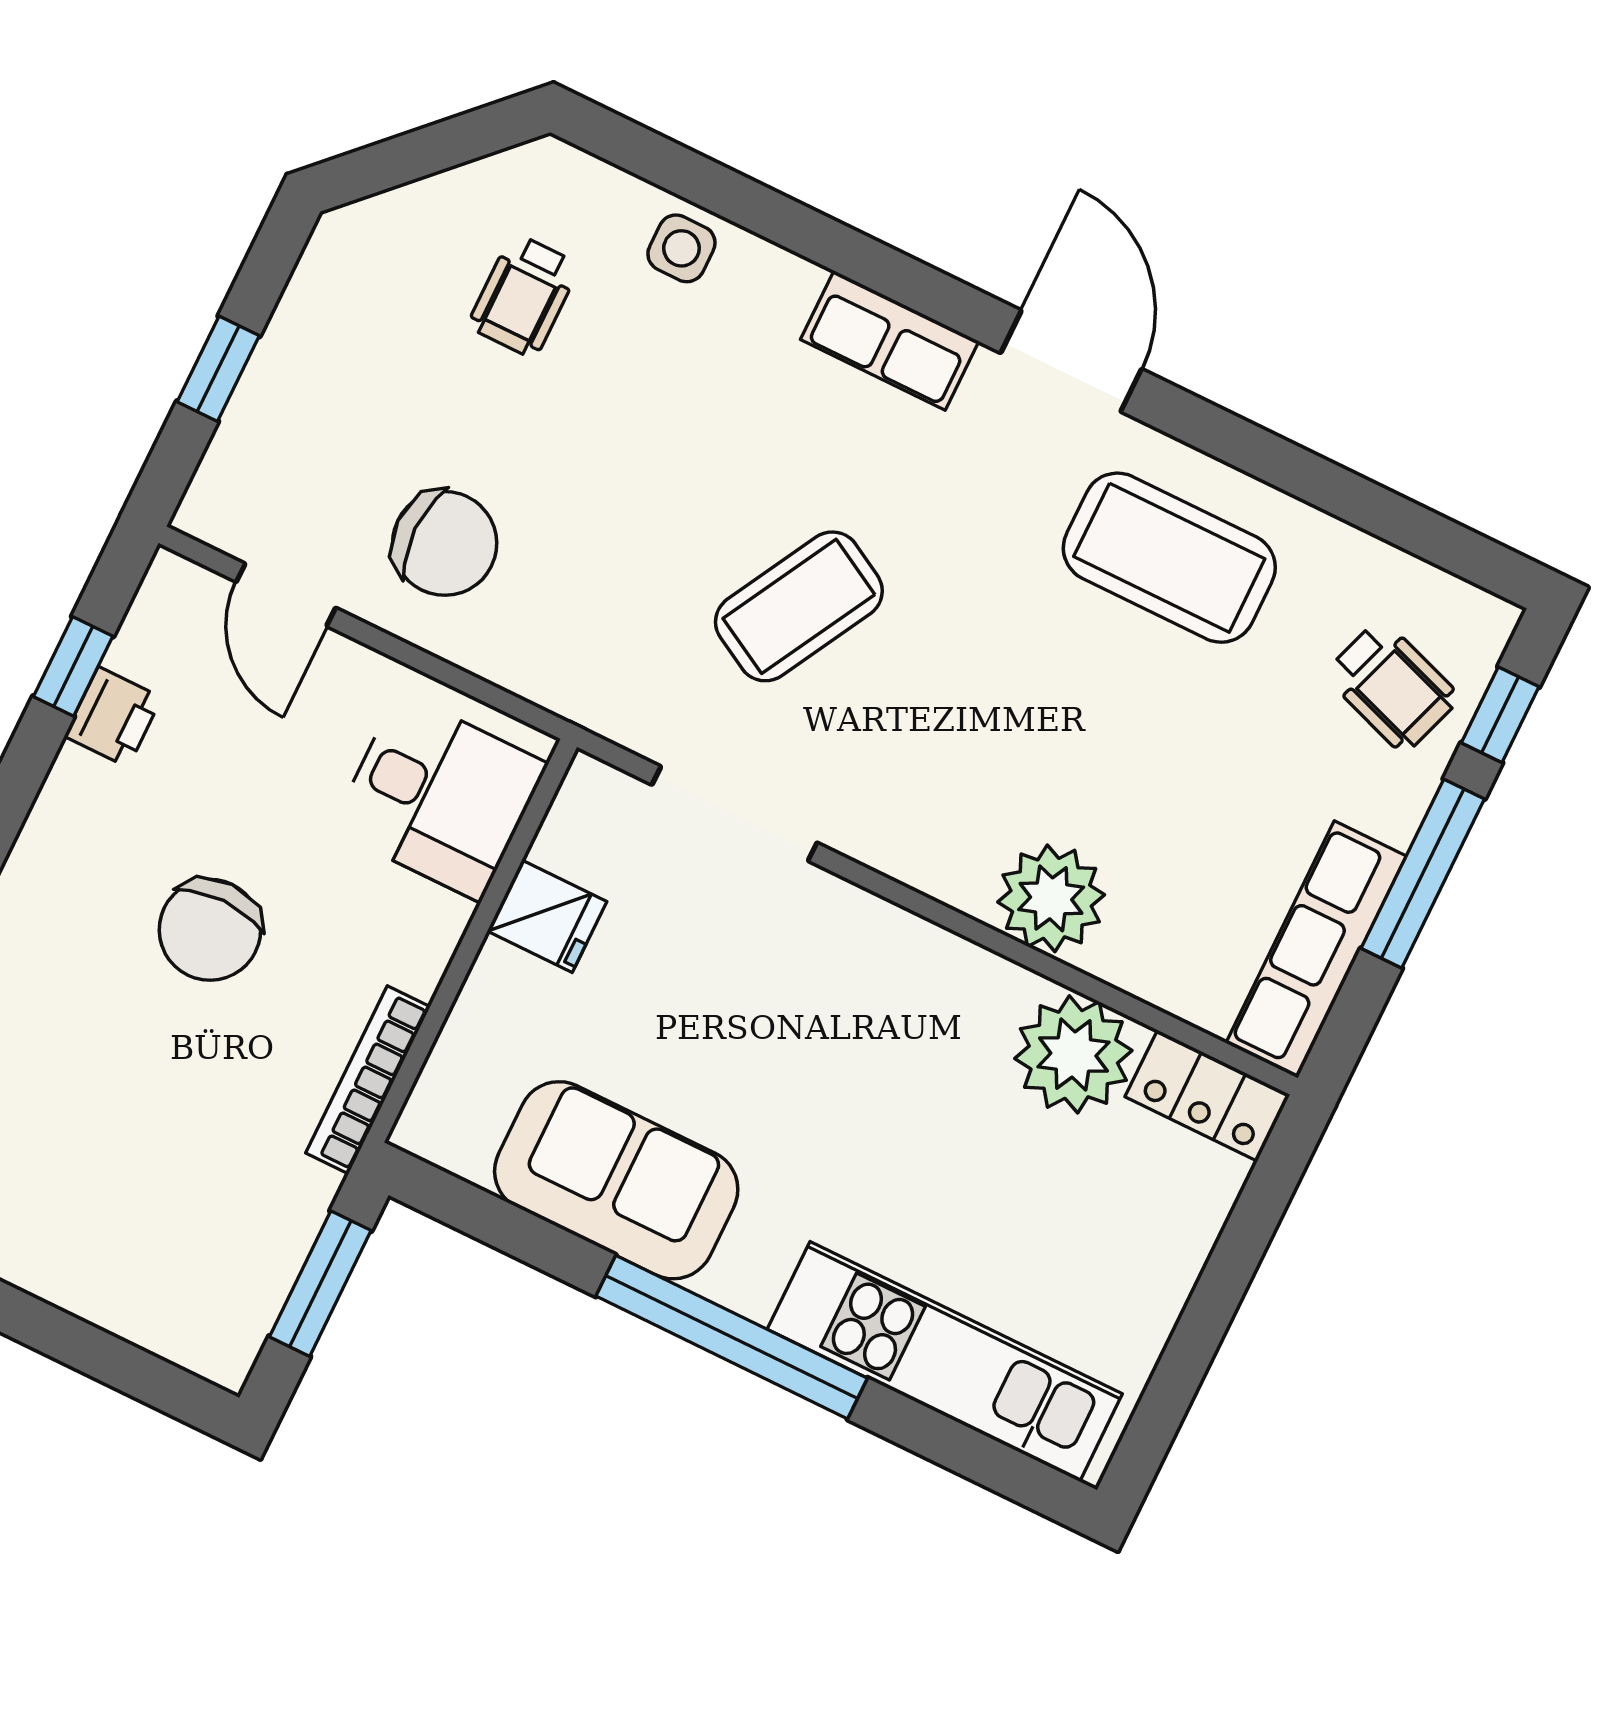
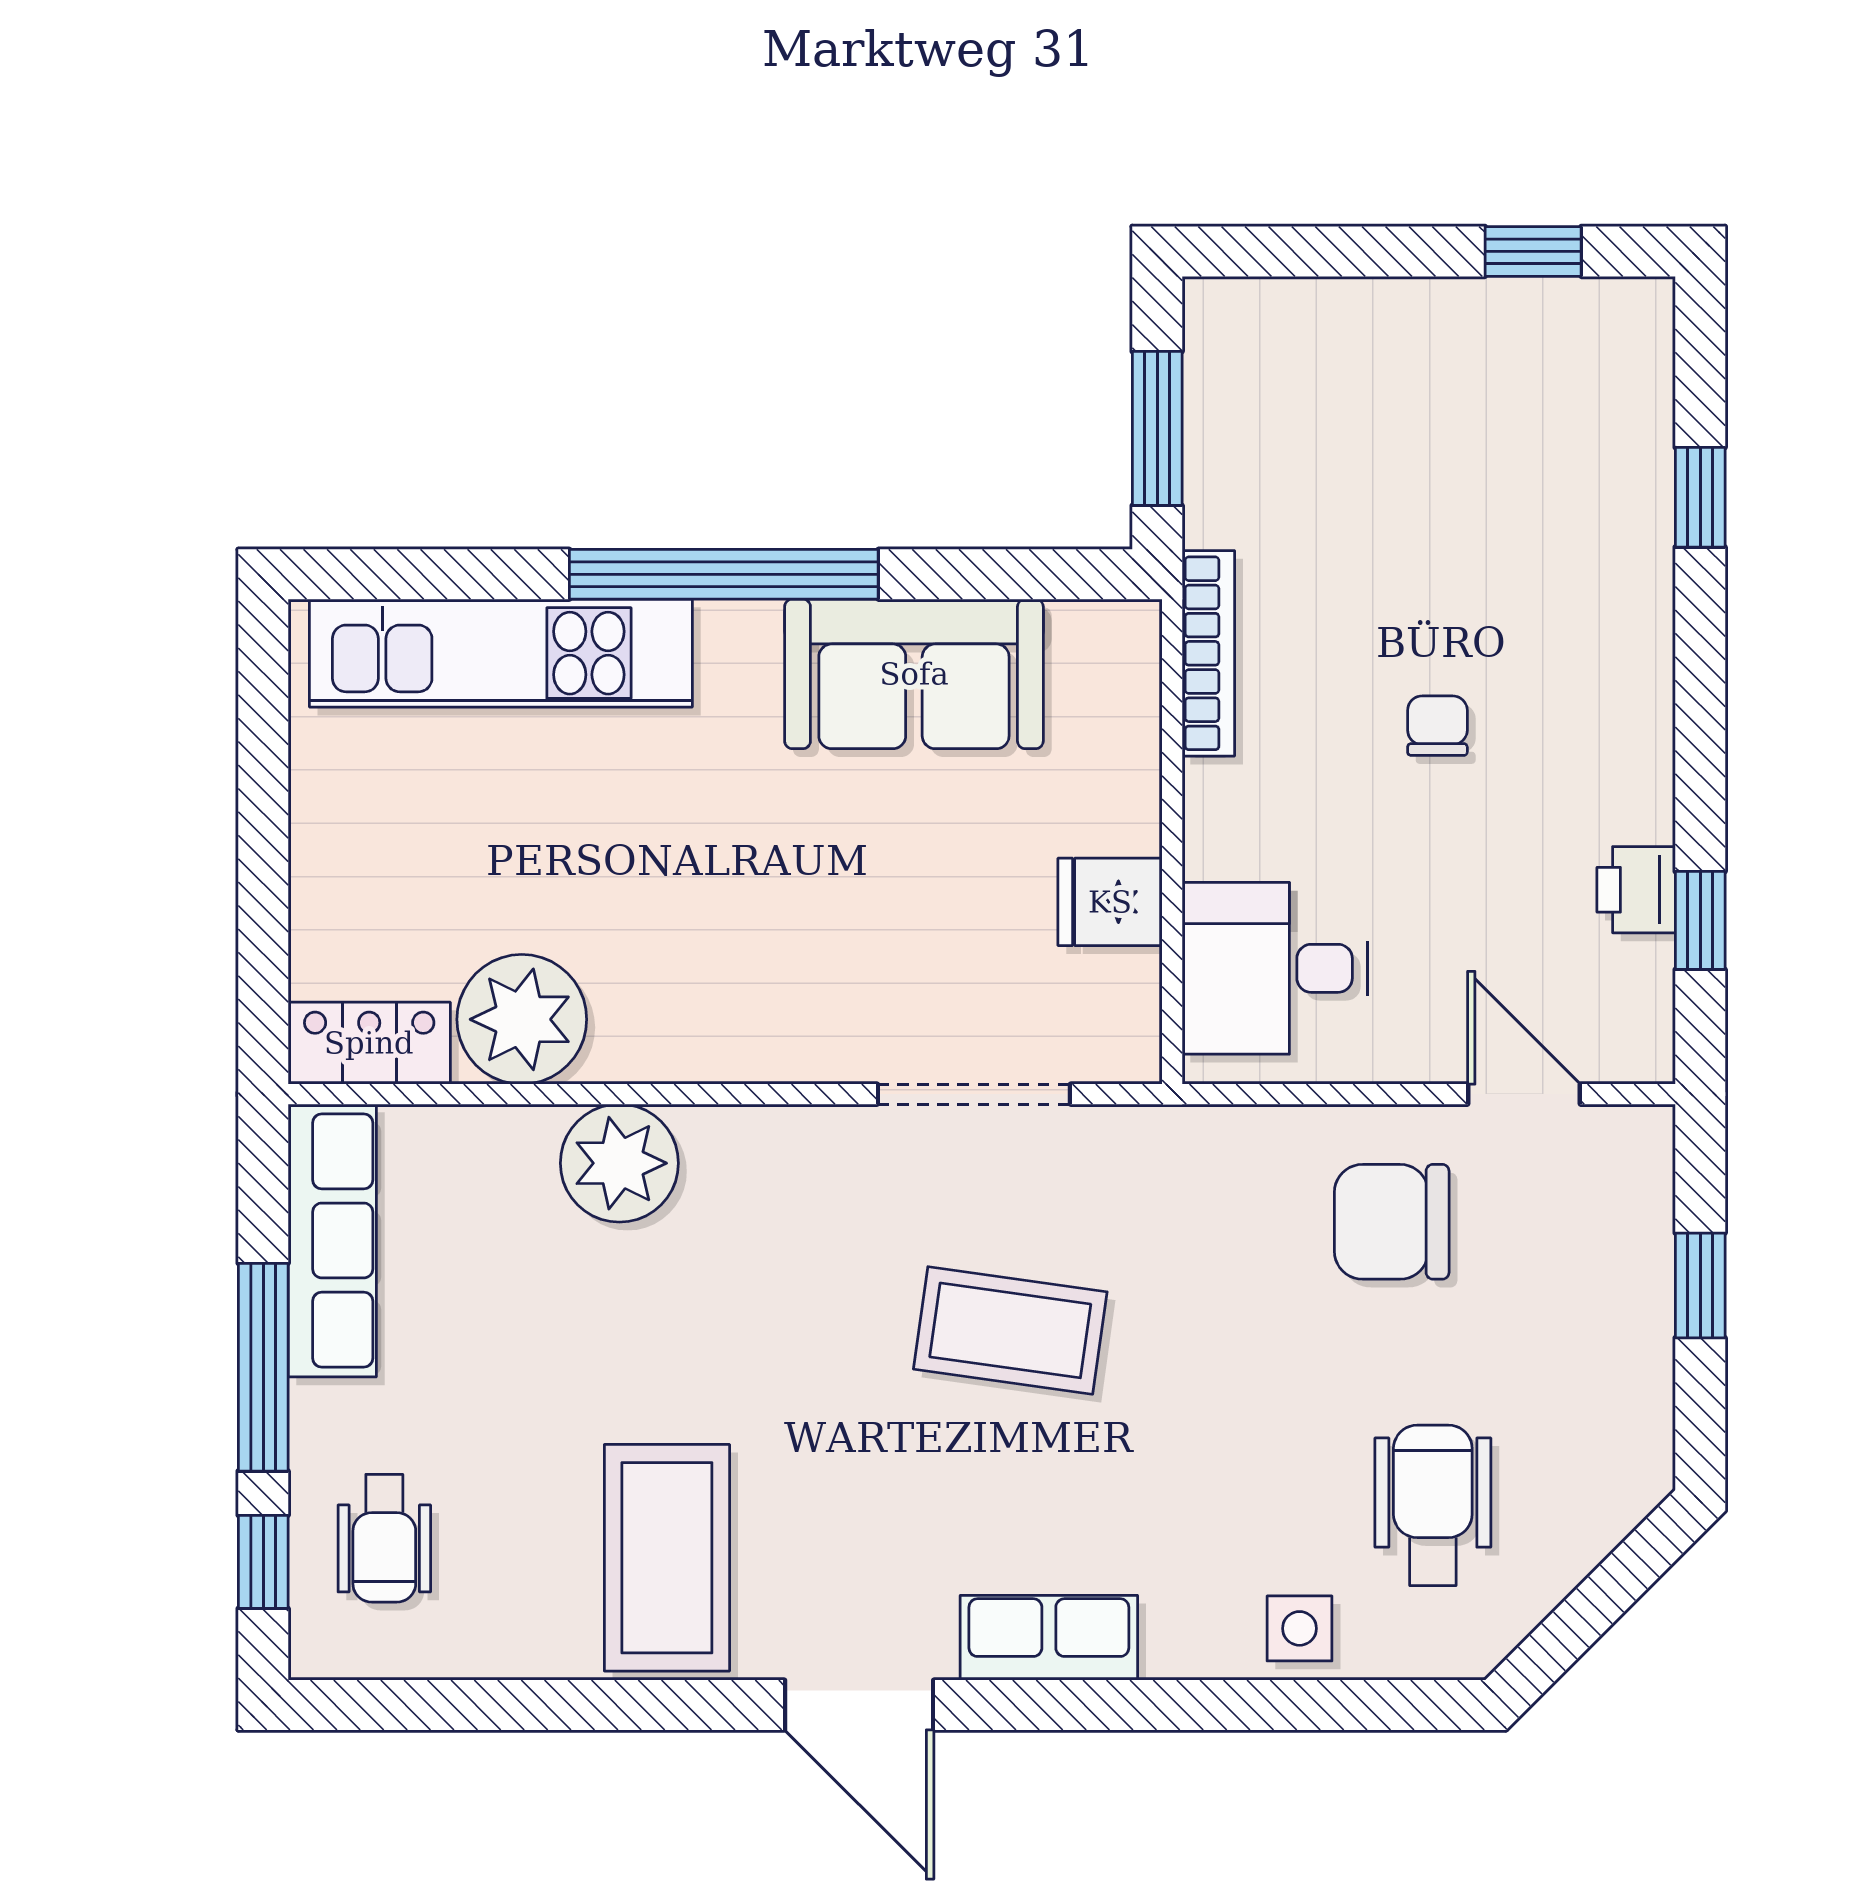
wheelchair: (524, 296) -> (1433, 1505), width x1.36, depth x1.37
coffee table: (1169, 558) -> (667, 1558), turned 90
coffee table: (799, 606) -> (1010, 1330), turned 69
wheelchair: (1392, 686) -> (384, 1538), turned -109
chair: (210, 930) -> (1437, 726), width x0.54, depth x0.54

